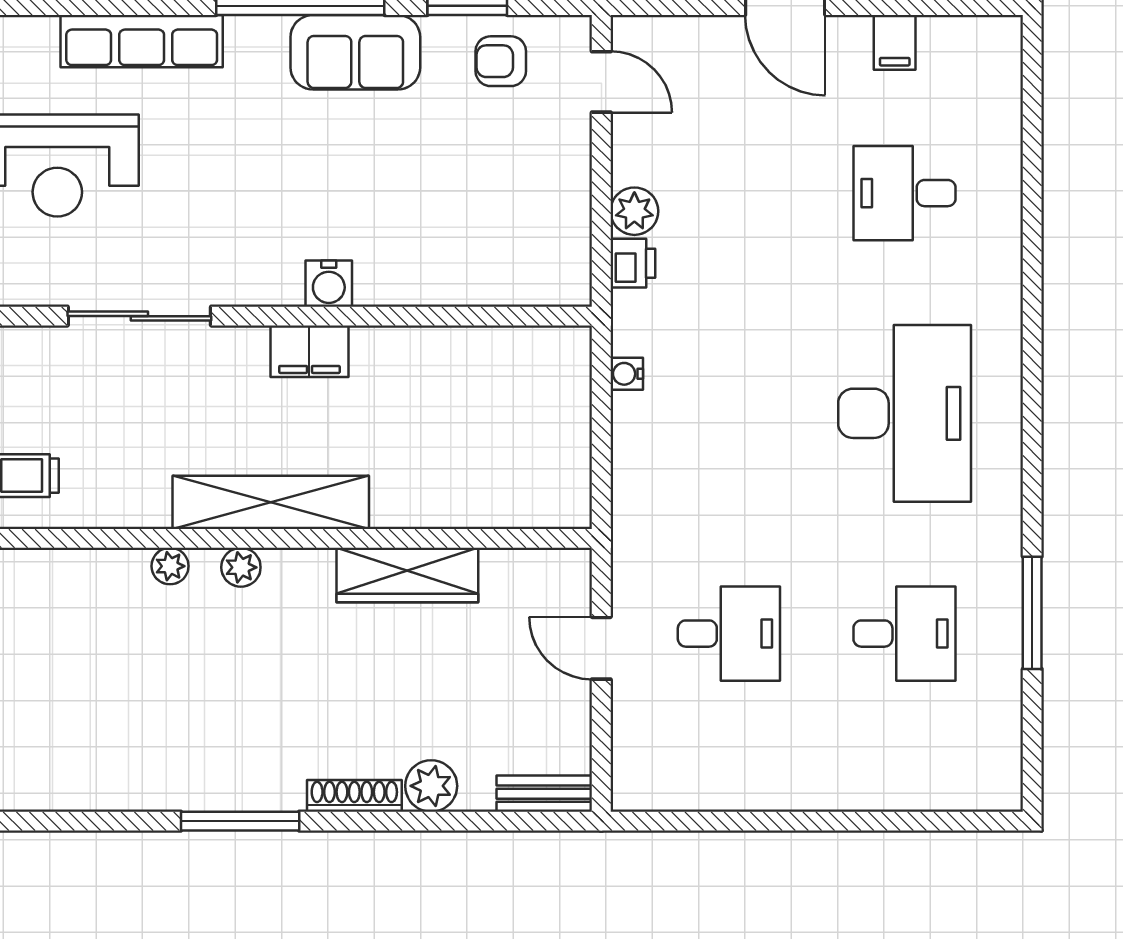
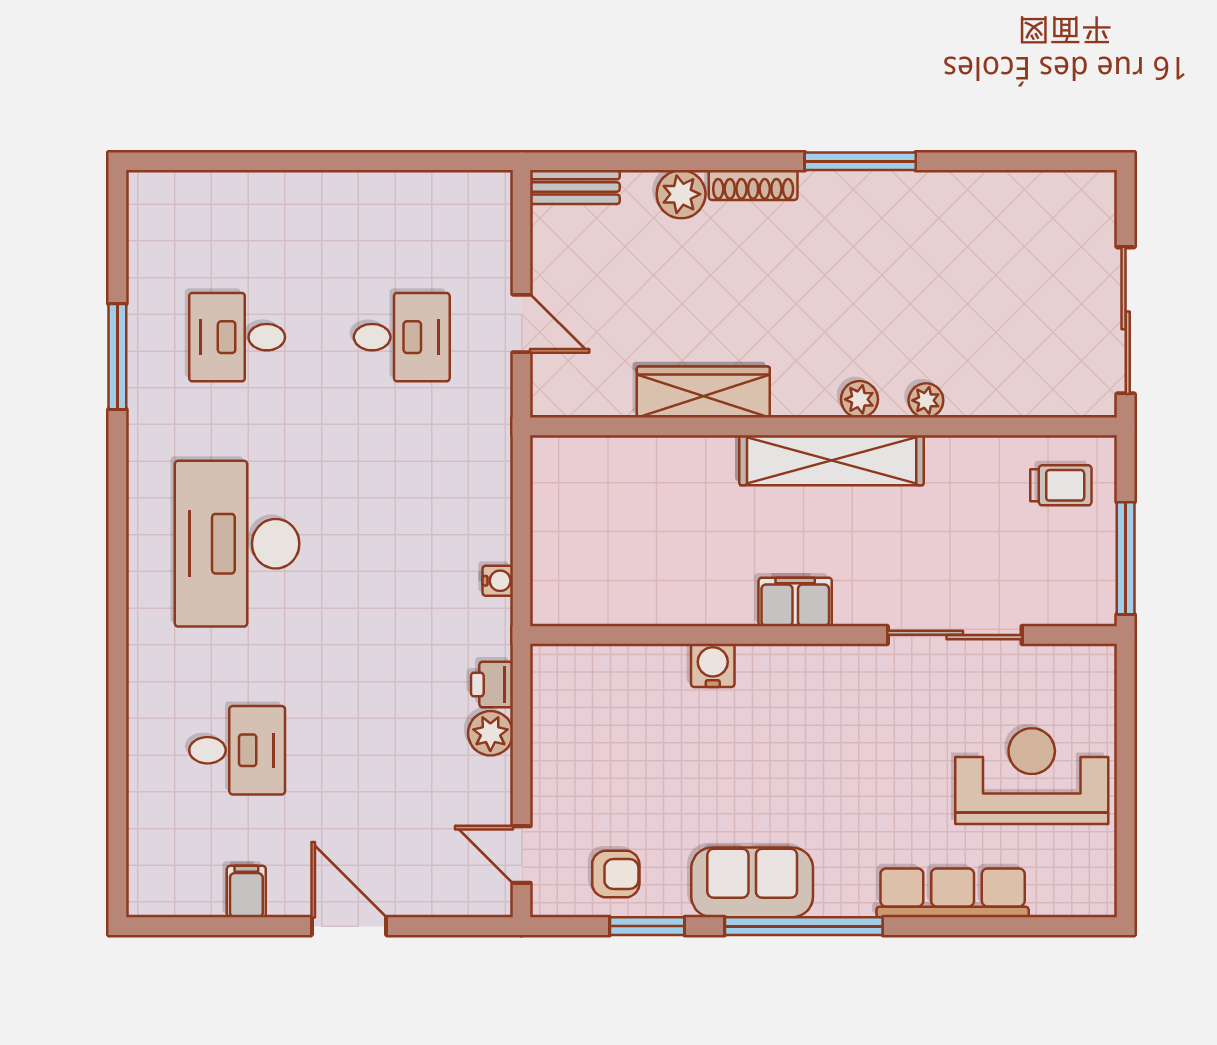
water cooler: (329, 284) -> (713, 665), moved
desk: (729, 634) -> (402, 337), turned 180

